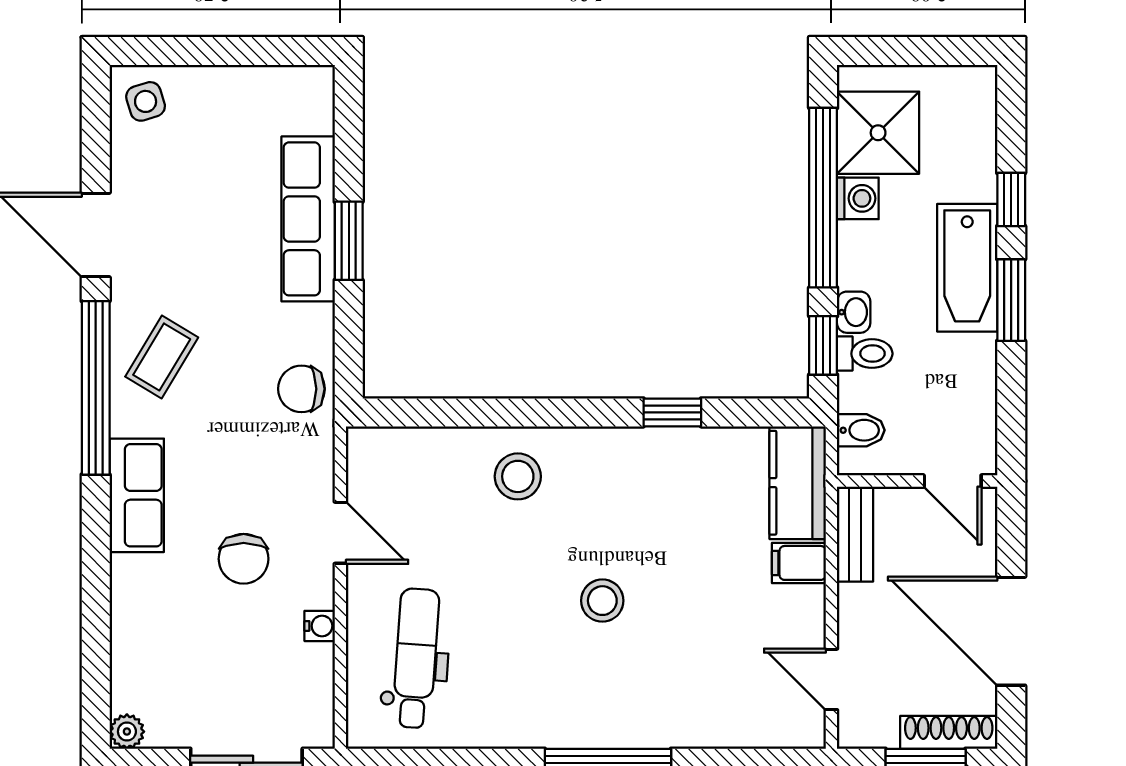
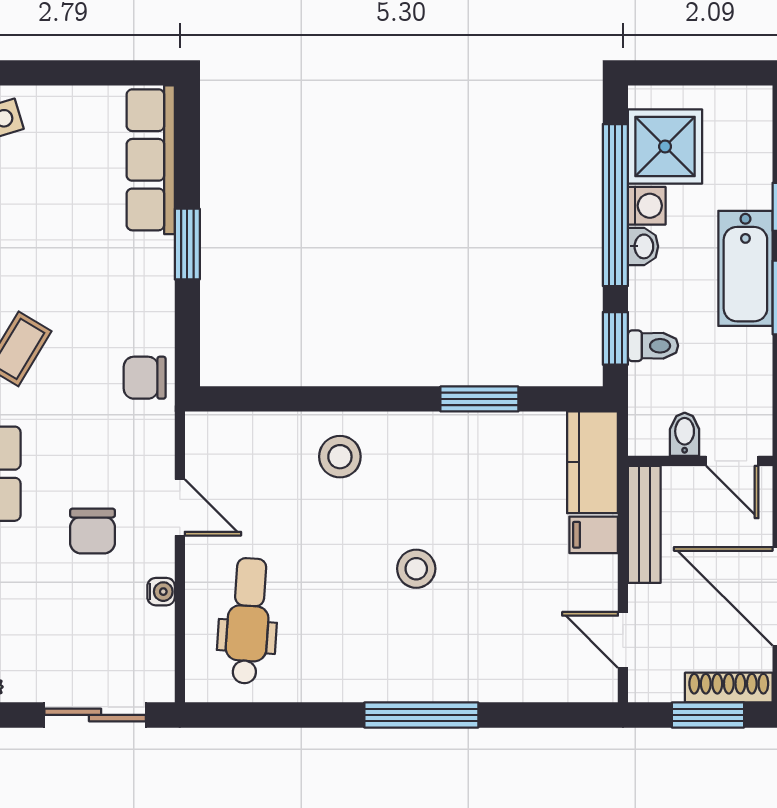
row of seats: (308, 219) -> (151, 160), moved
washbasin: (854, 312) -> (643, 246), moved
window: (672, 412) -> (479, 399), width x1.50
bidet: (861, 430) -> (685, 434), moved, turned -90
bench: (855, 534) -> (644, 524), width x1.36

